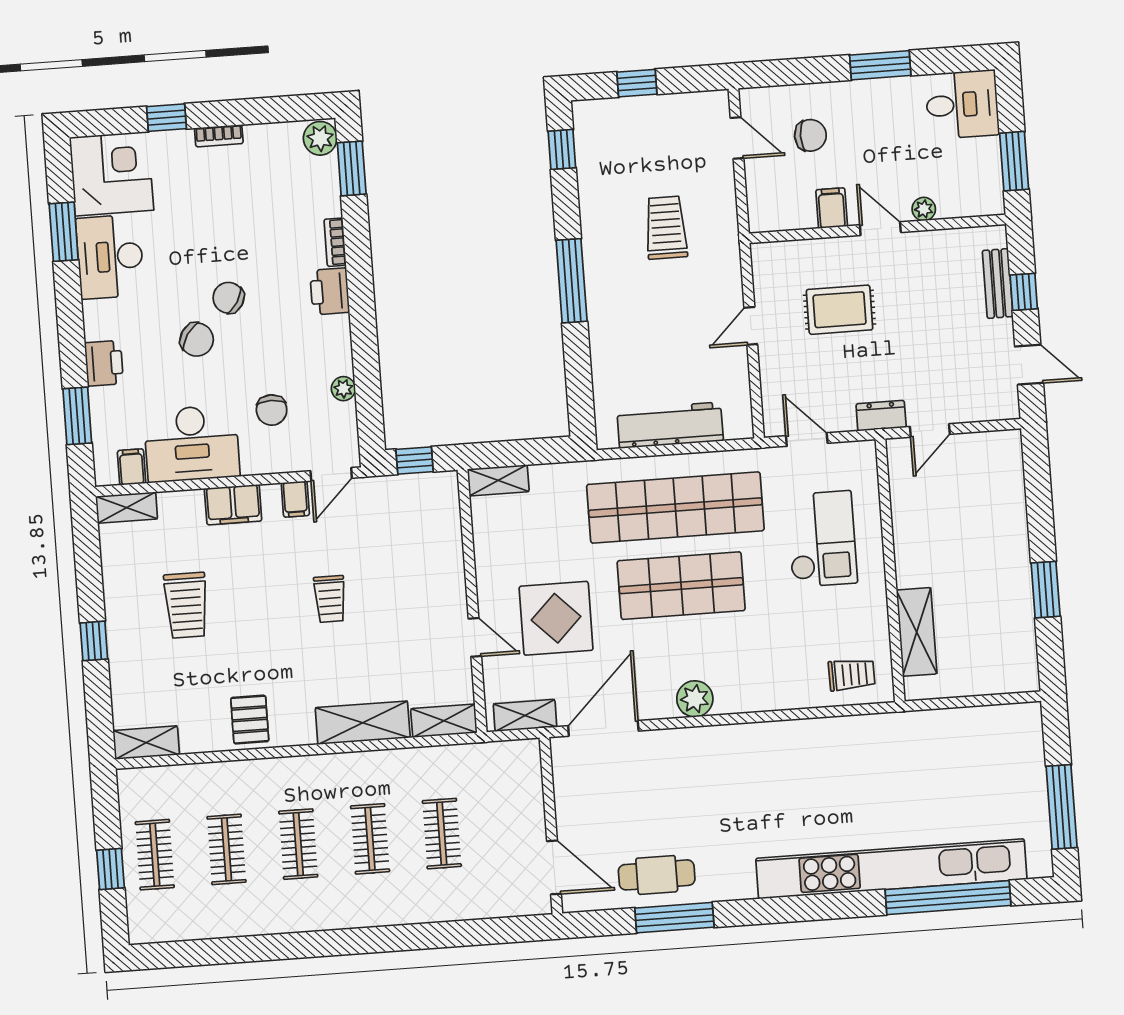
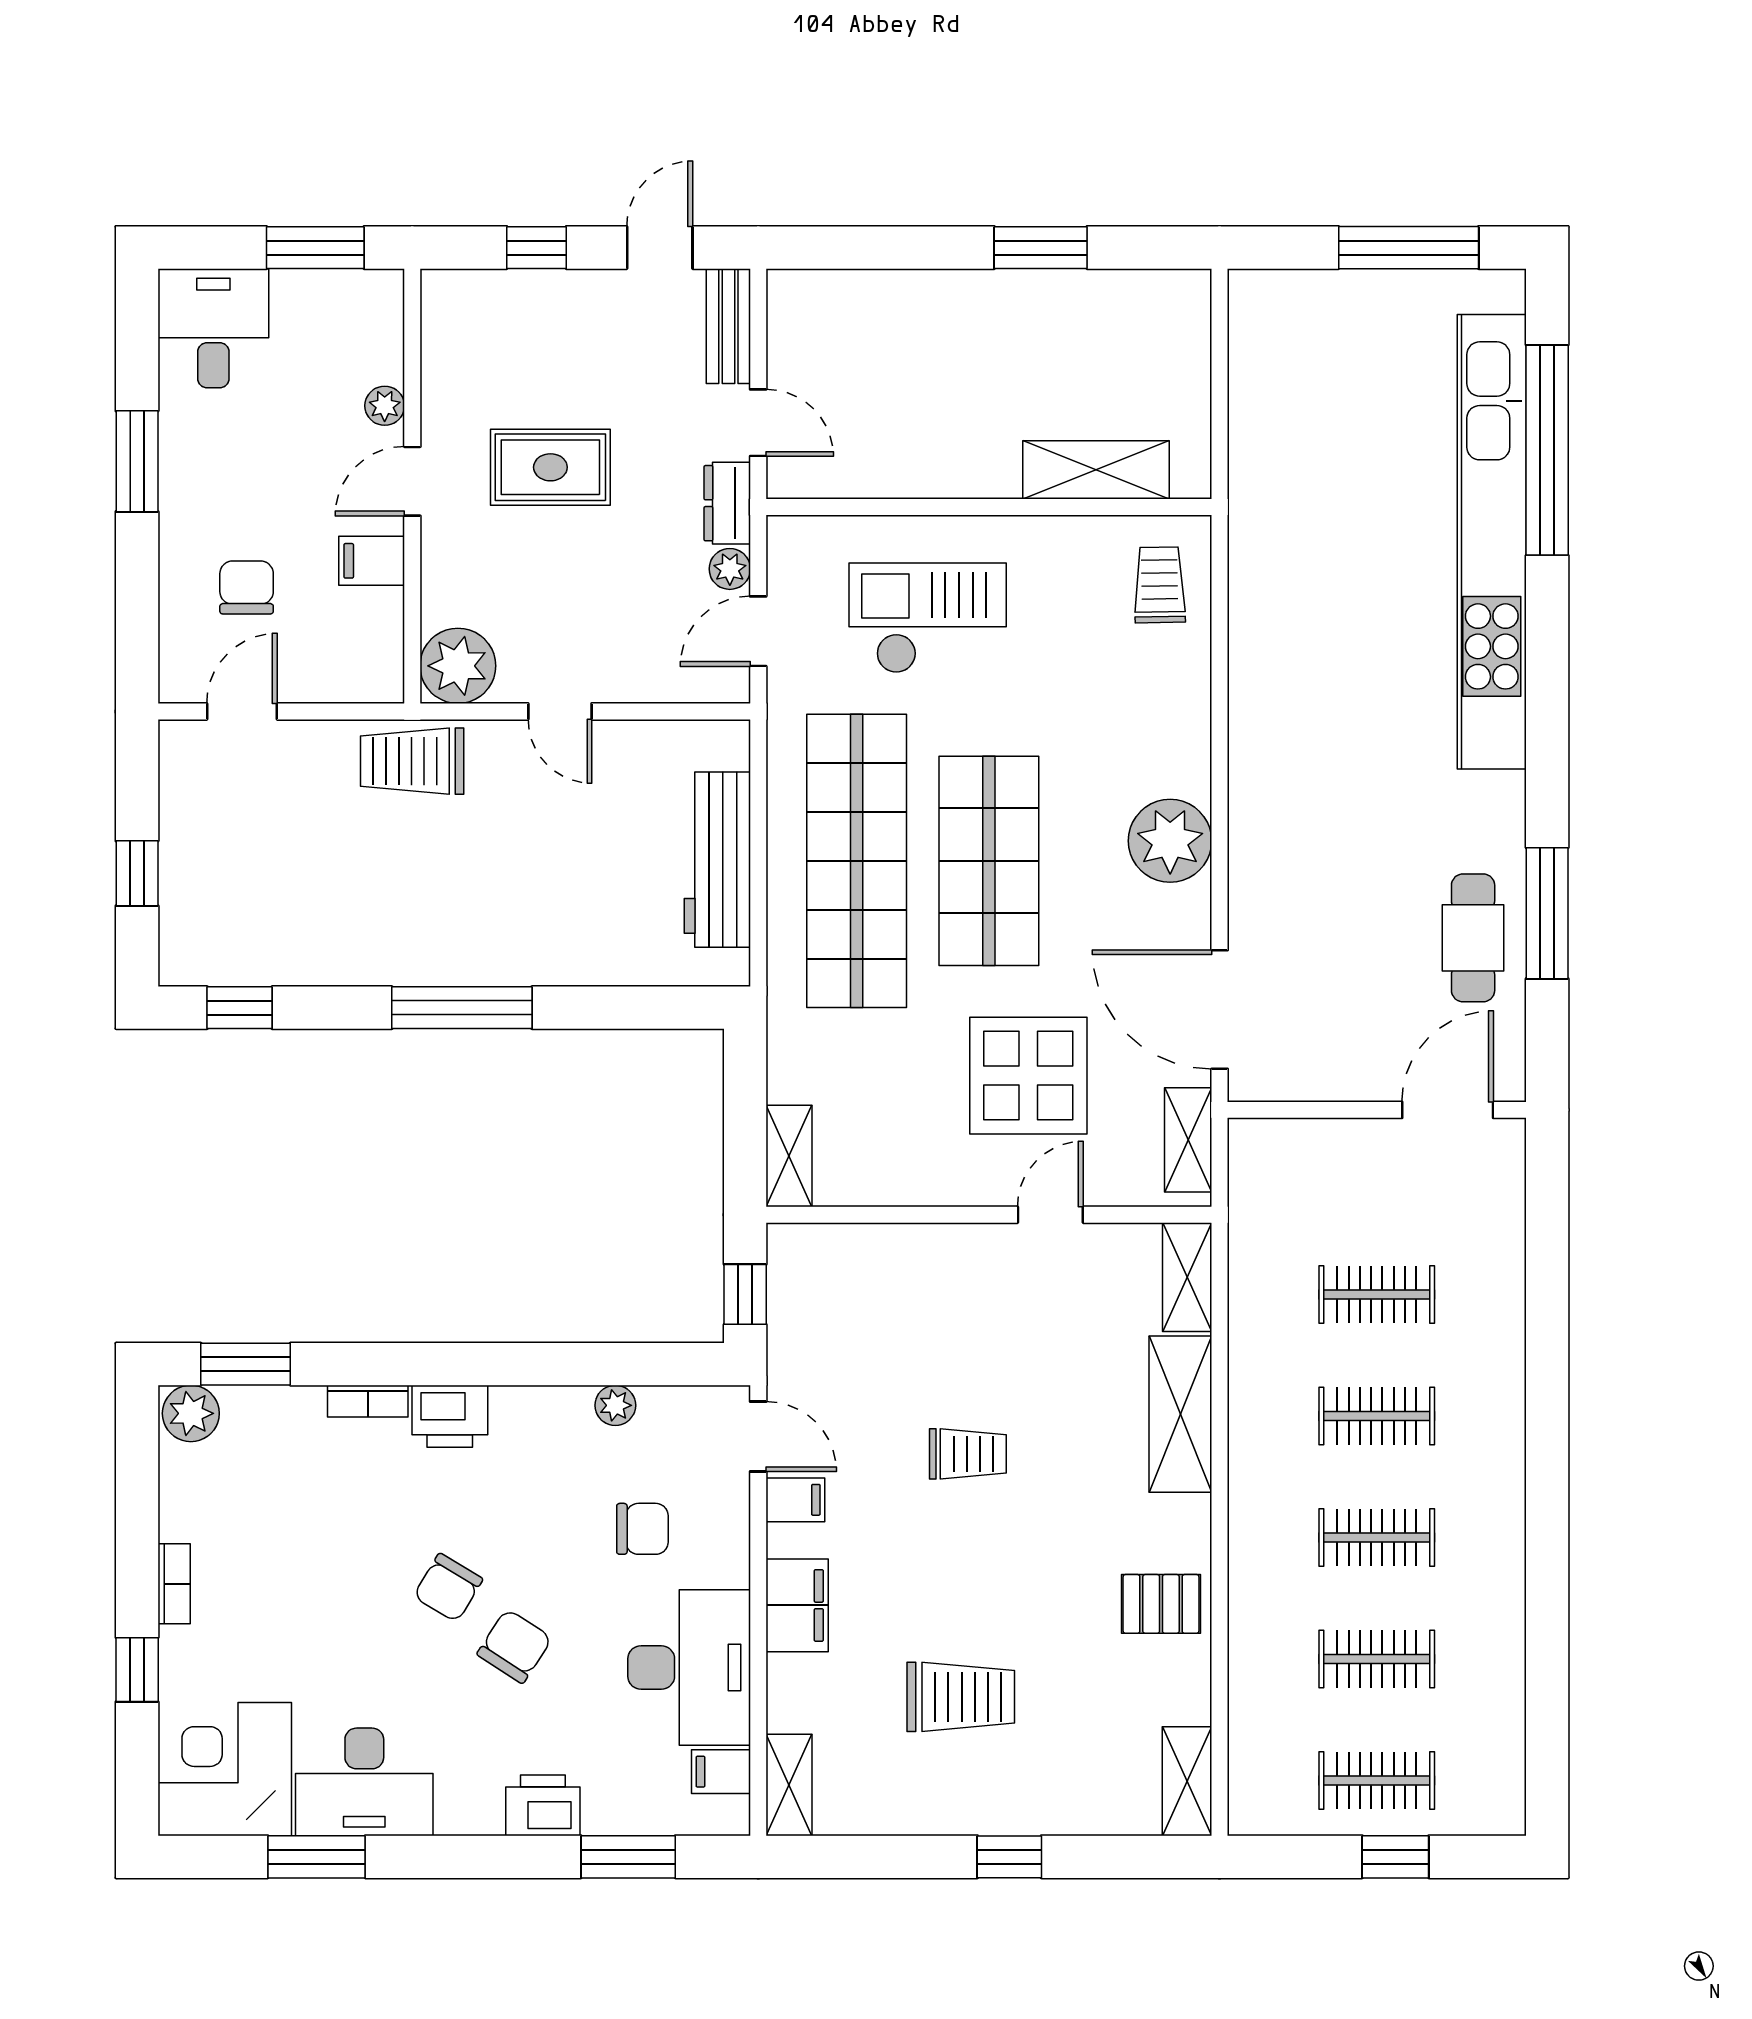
trolley: (666, 228) -> (412, 761), moved
plant: (773, 264) -> (458, 666), added
bench: (998, 284) -> (728, 326), moved, turned 90
rug: (839, 310) -> (550, 467), moved, turned 90
plant: (842, 420) -> (730, 569), added
plant: (695, 699) -> (1170, 841), width x1.36, depth x1.36

